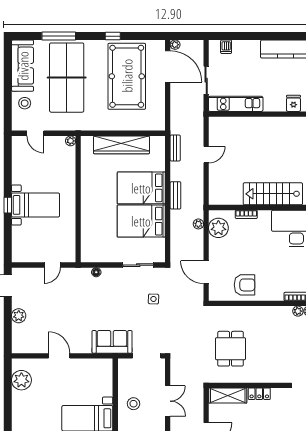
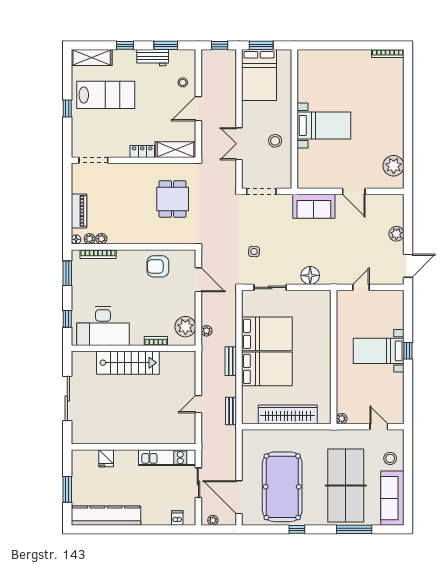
plant: (175, 45) -> (213, 520), moved
floor lamp: (96, 272) -> (310, 275), width x1.89, depth x1.89
sofa: (112, 342) -> (314, 206), moved

